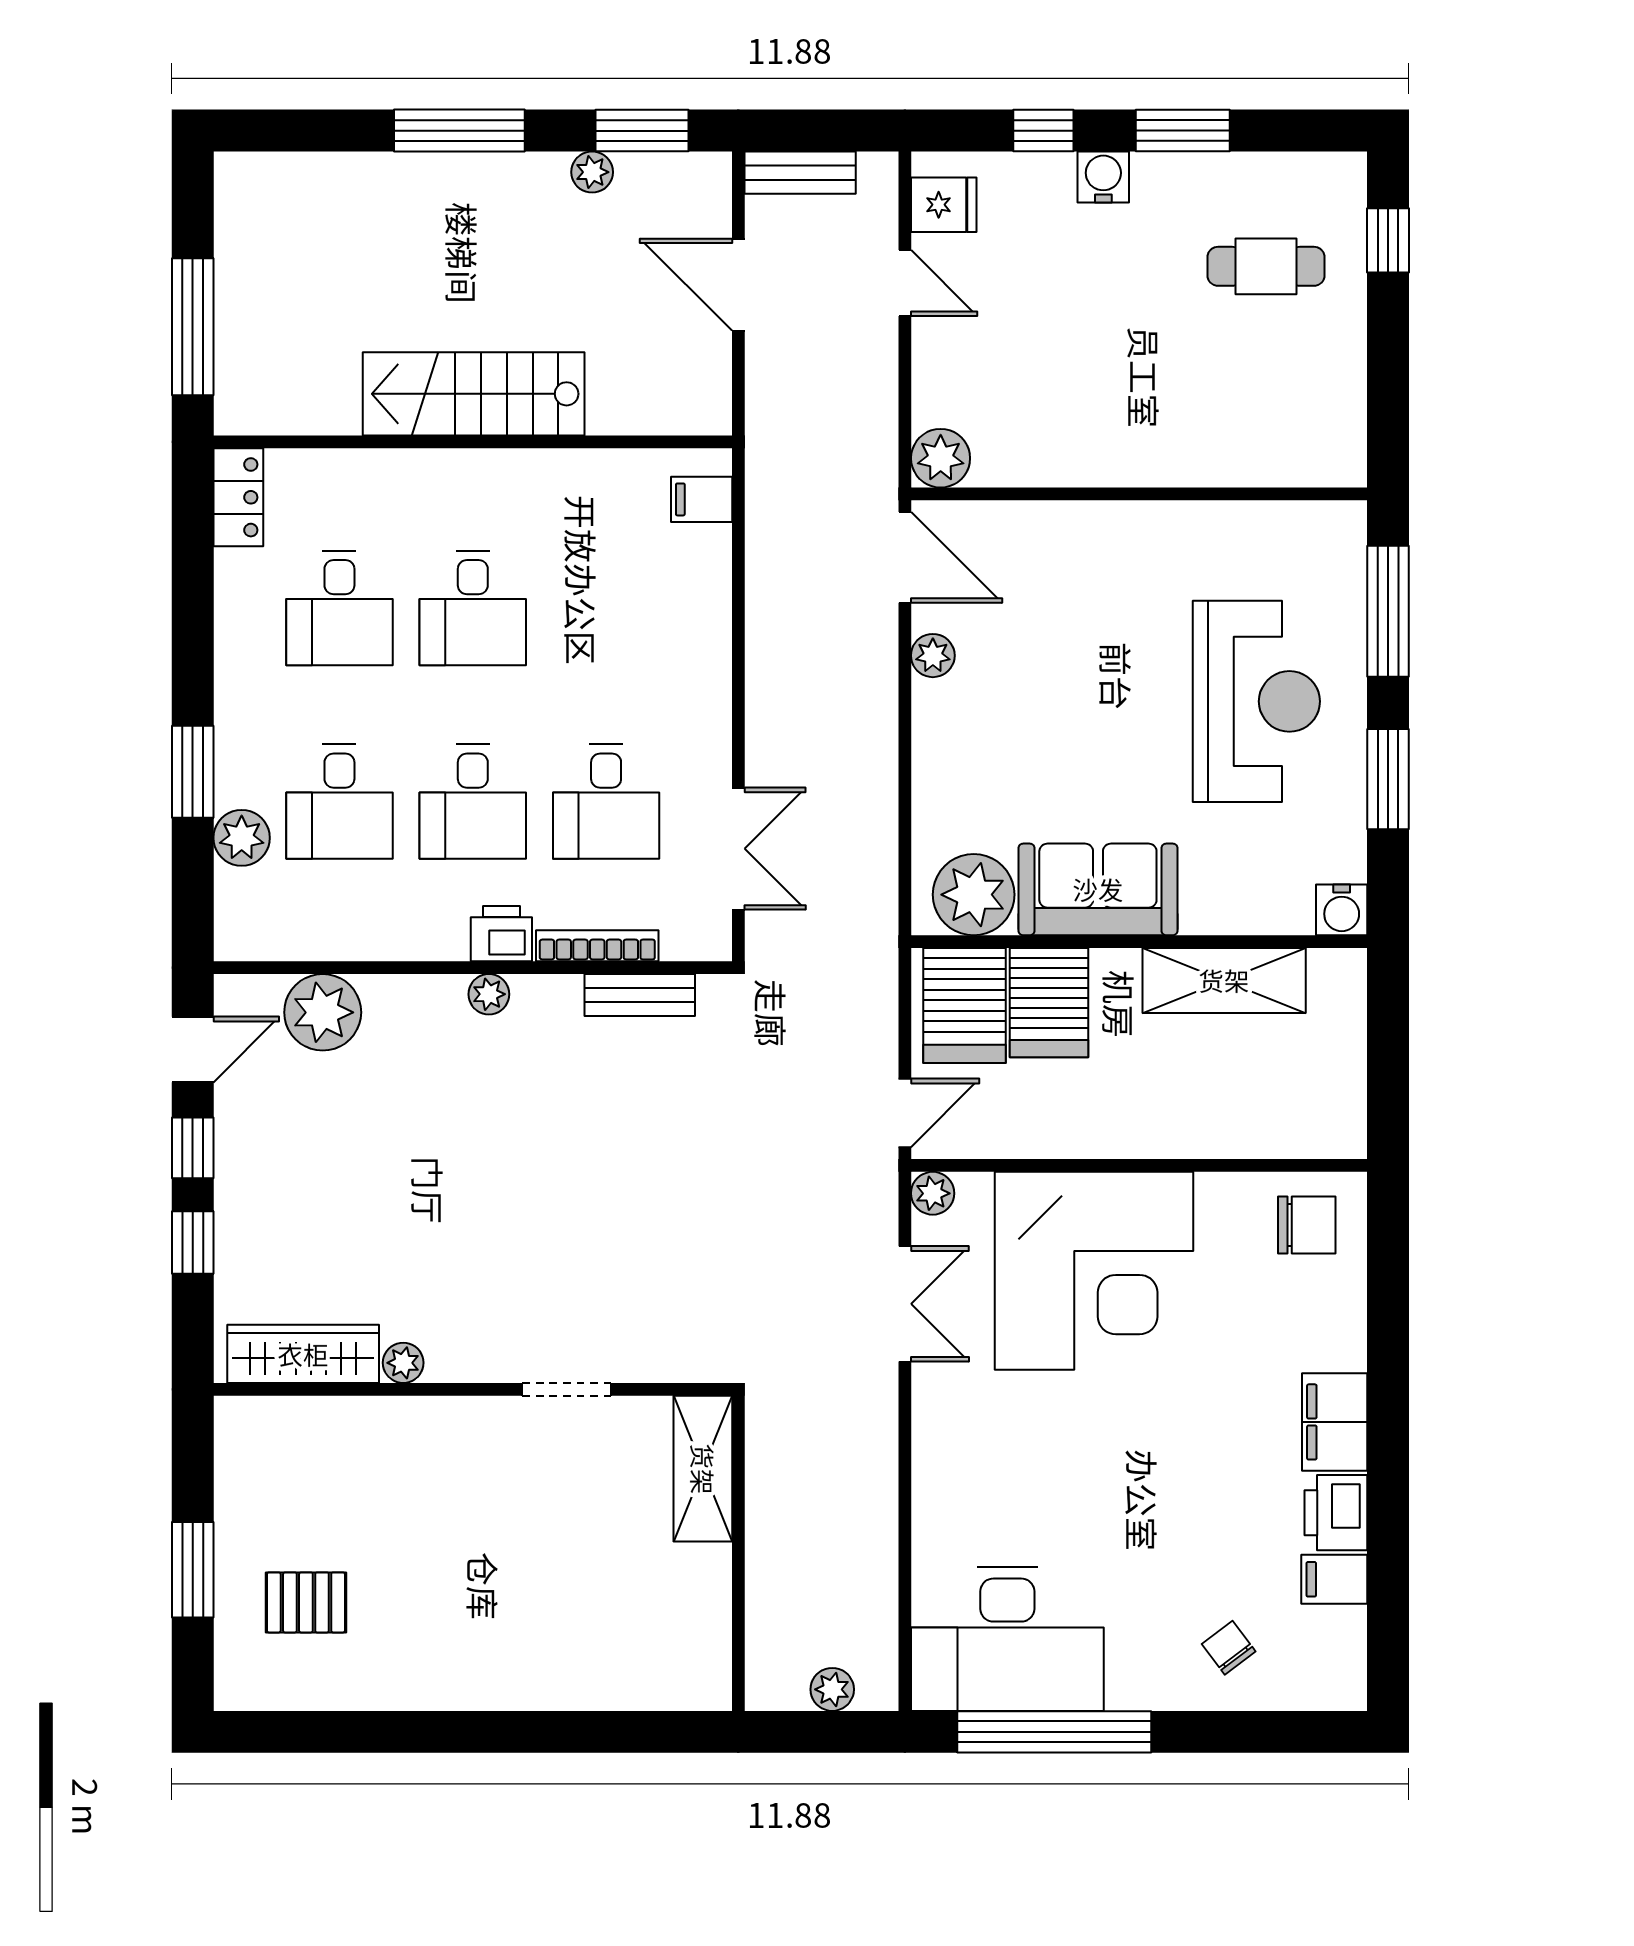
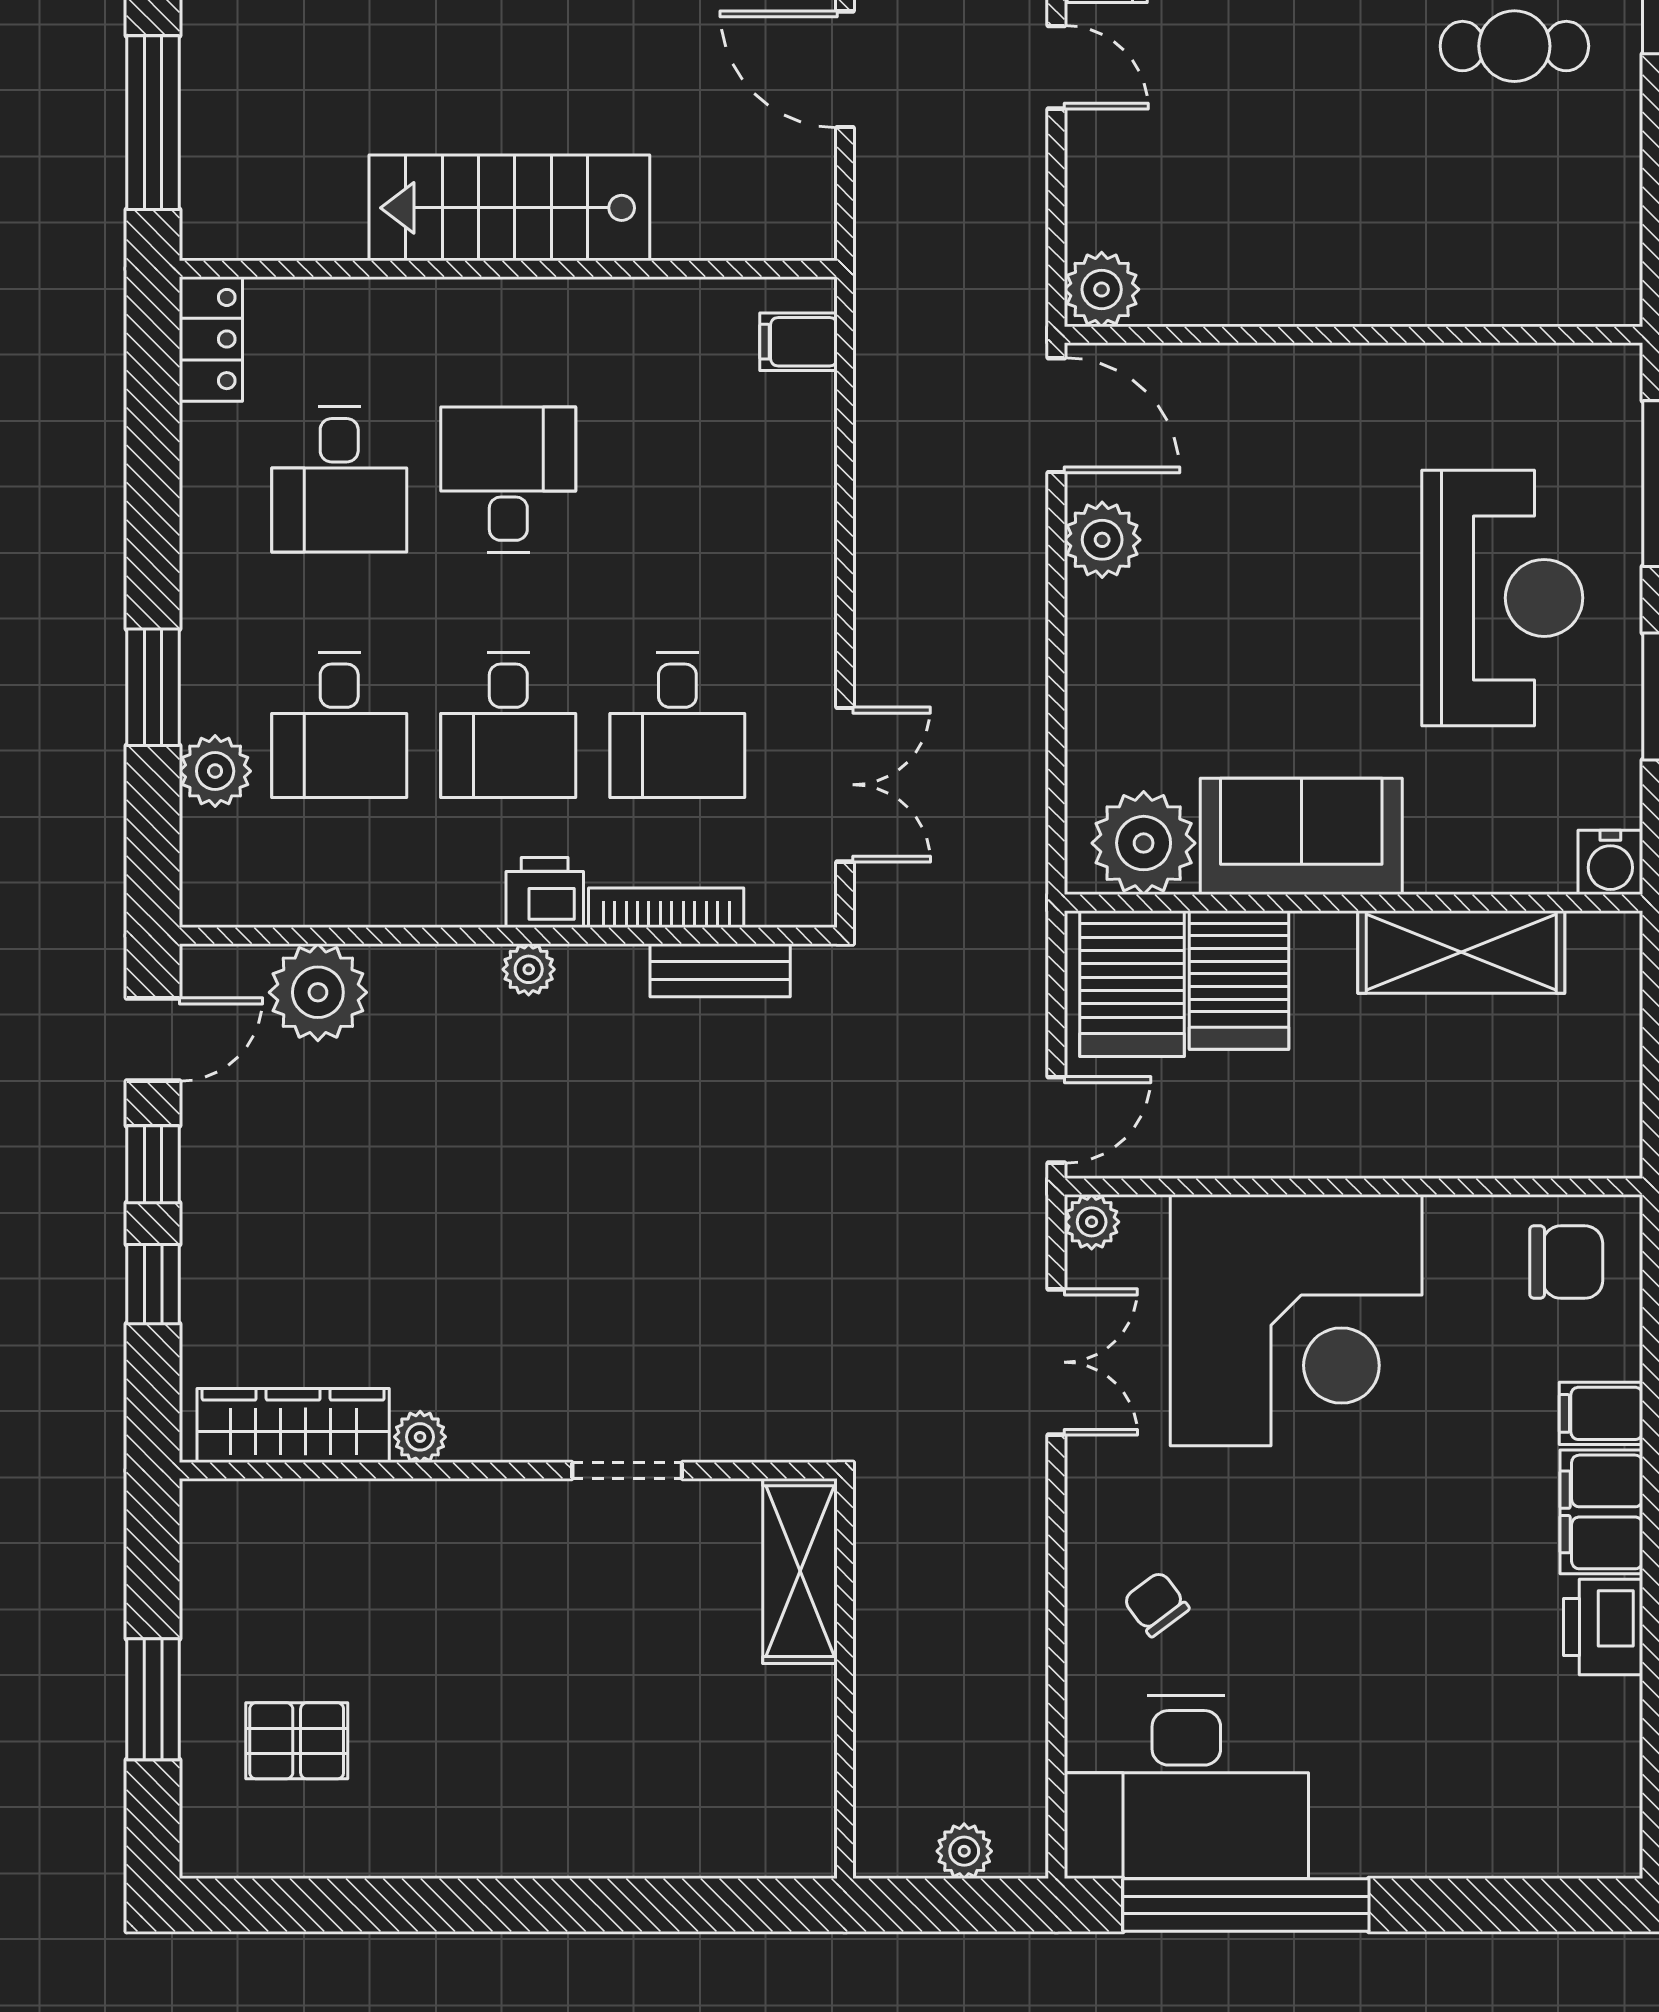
desk: (473, 608) -> (508, 479), turned 180
plant: (933, 656) -> (1102, 540), width x1.38, depth x1.38
filing cabinet: (1334, 1579) -> (1601, 1413), moved
chair: (1229, 1648) -> (1156, 1604), moved

